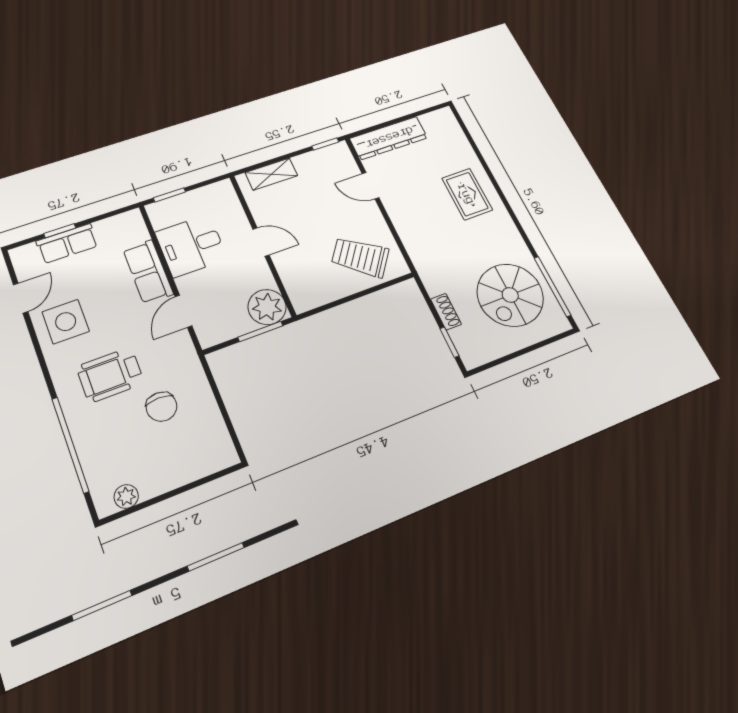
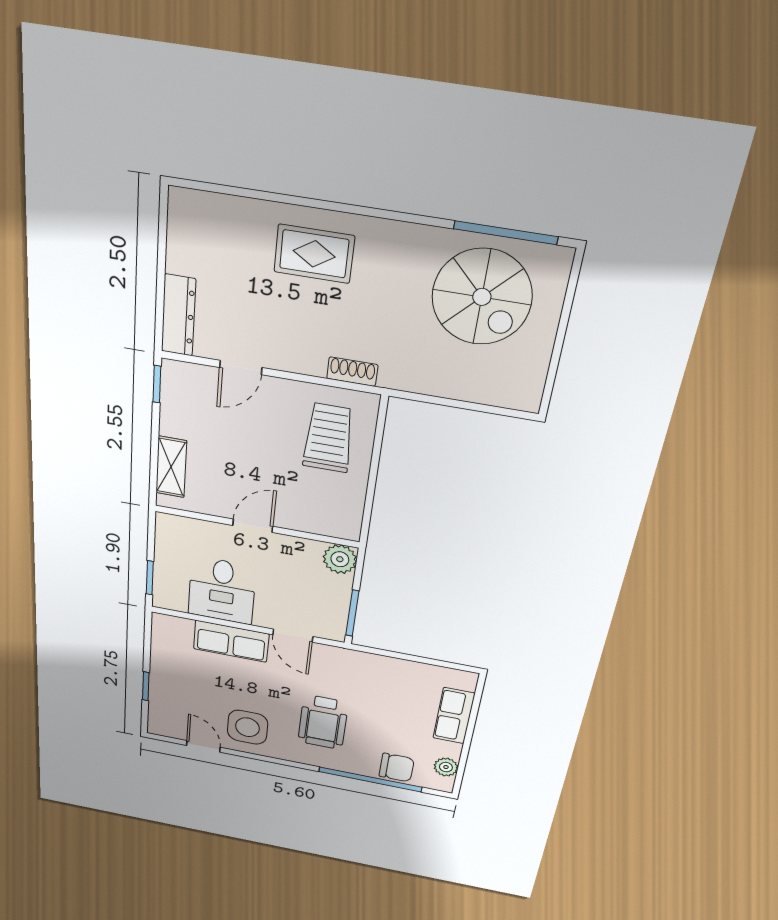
dresser: (389, 138) -> (178, 315), width x0.73, depth x0.80
row of seats: (67, 243) -> (454, 716), moved, turned 180
trolley: (360, 257) -> (329, 438), turned 143
plant: (267, 307) -> (340, 559), width x0.73, depth x0.73
shoe rack: (446, 312) -> (352, 372), moved
window: (260, 331) -> (352, 613), moved
window: (449, 342) -> (492, 410), removed
chair: (161, 407) -> (397, 768), moved

